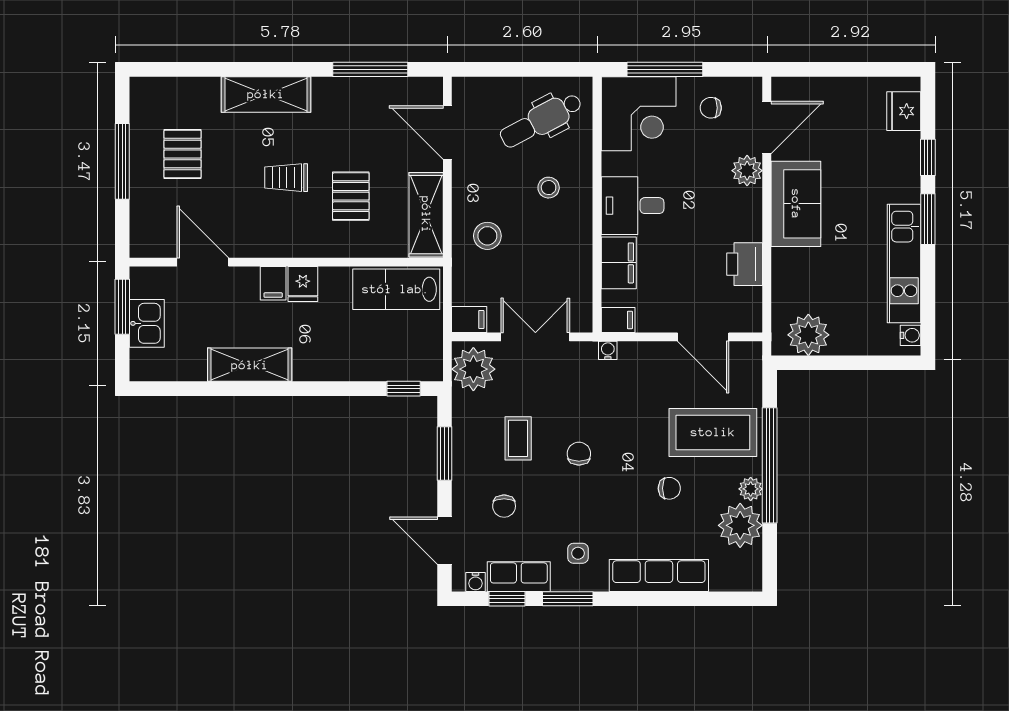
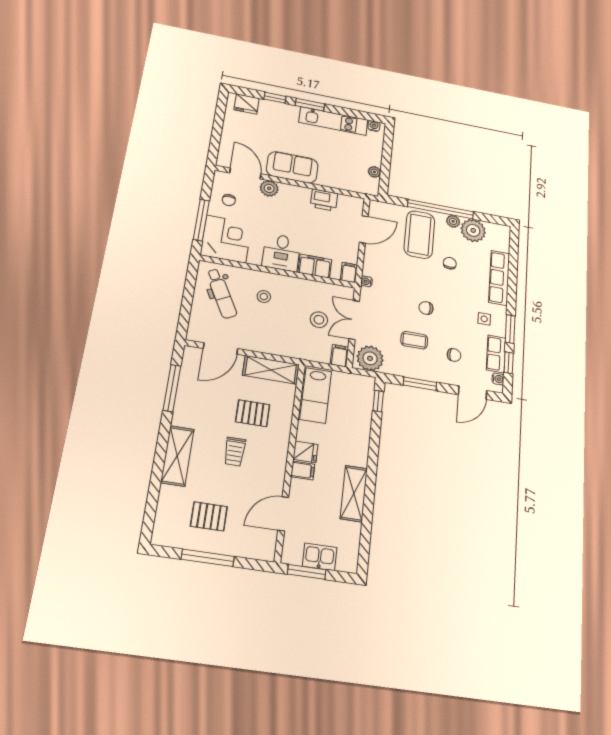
stool: (487, 236) -> (319, 320), moved
plant: (808, 335) -> (374, 172), width x0.53, depth x0.53

